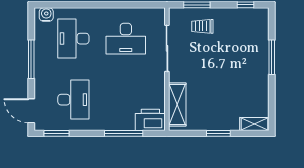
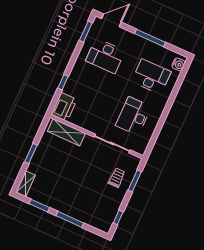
window: (272, 98) -> (39, 206), added
window: (124, 133) -> (63, 82), width x0.46

